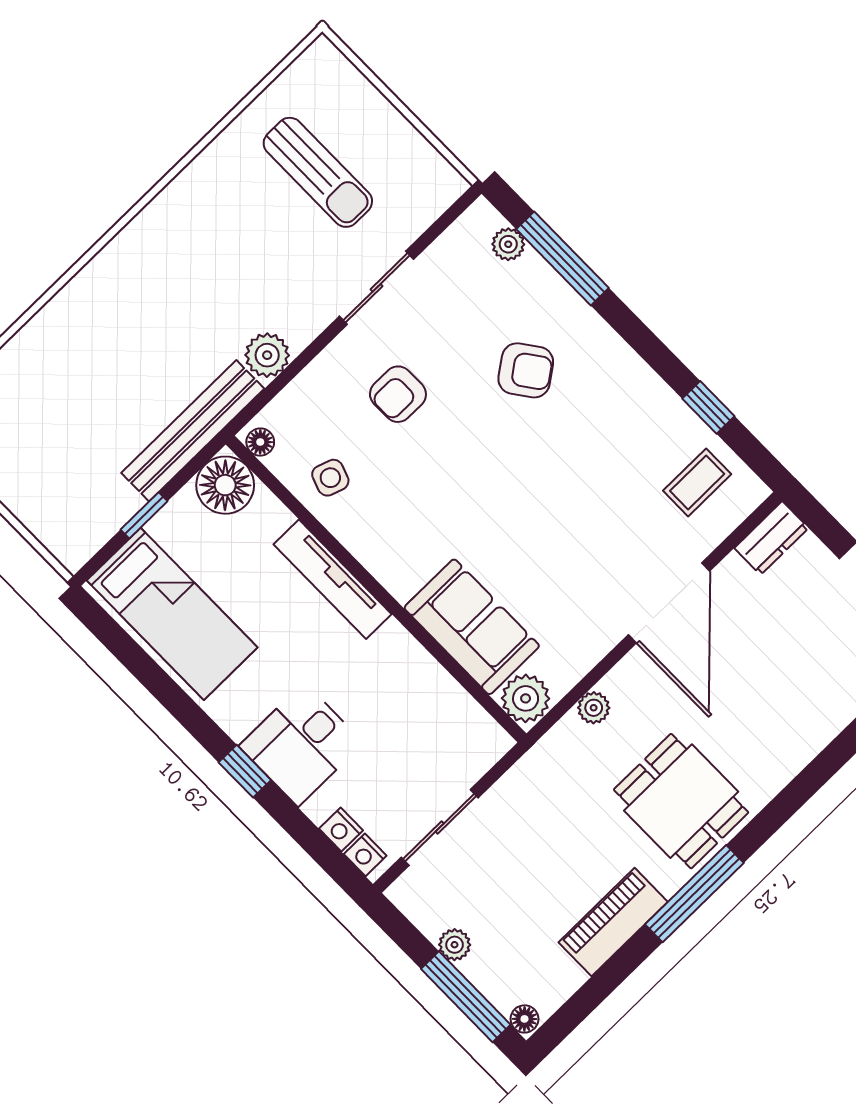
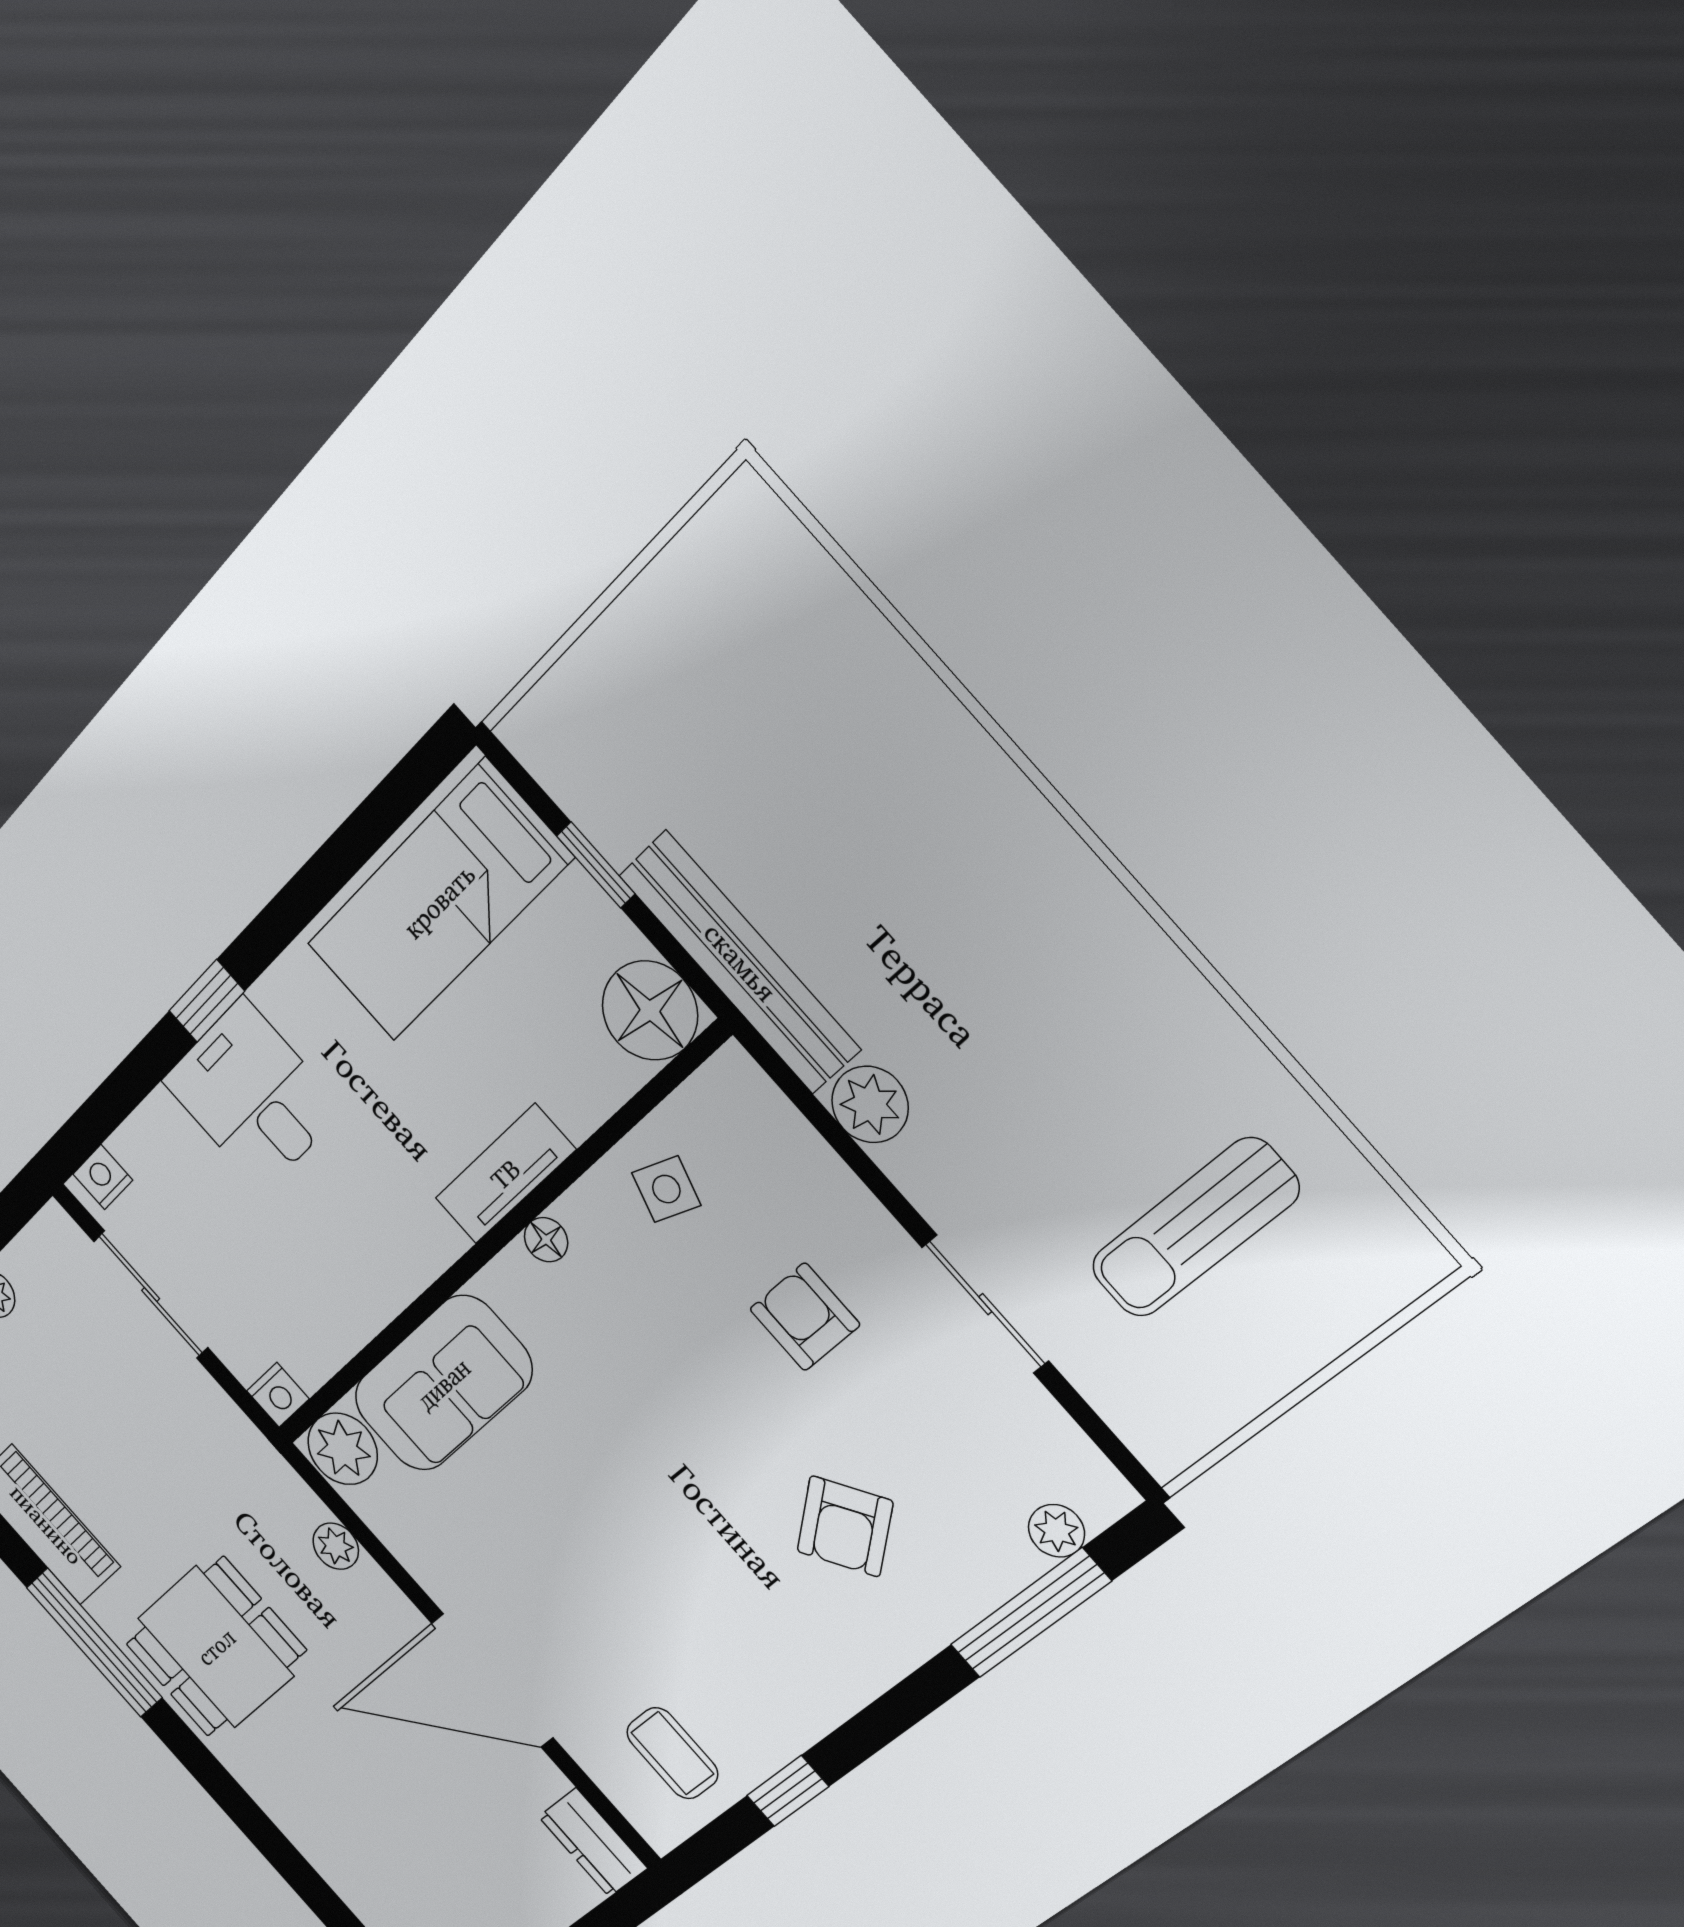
floor lamp: (260, 442) -> (546, 1240), moved
tv unit: (333, 579) -> (505, 1174), width x0.71
nightstand: (341, 830) -> (278, 1395), moved, turned 180

